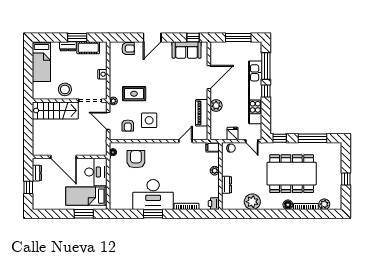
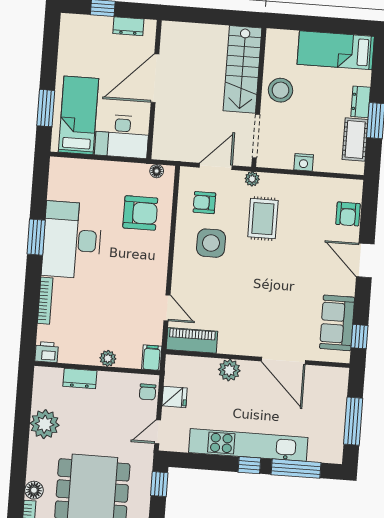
piano: (202, 113) -> (192, 340), moved

